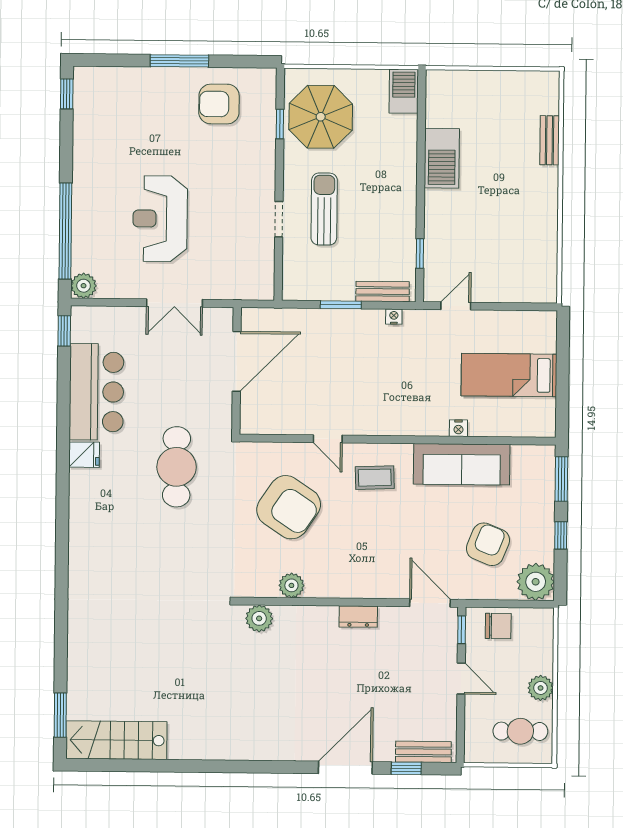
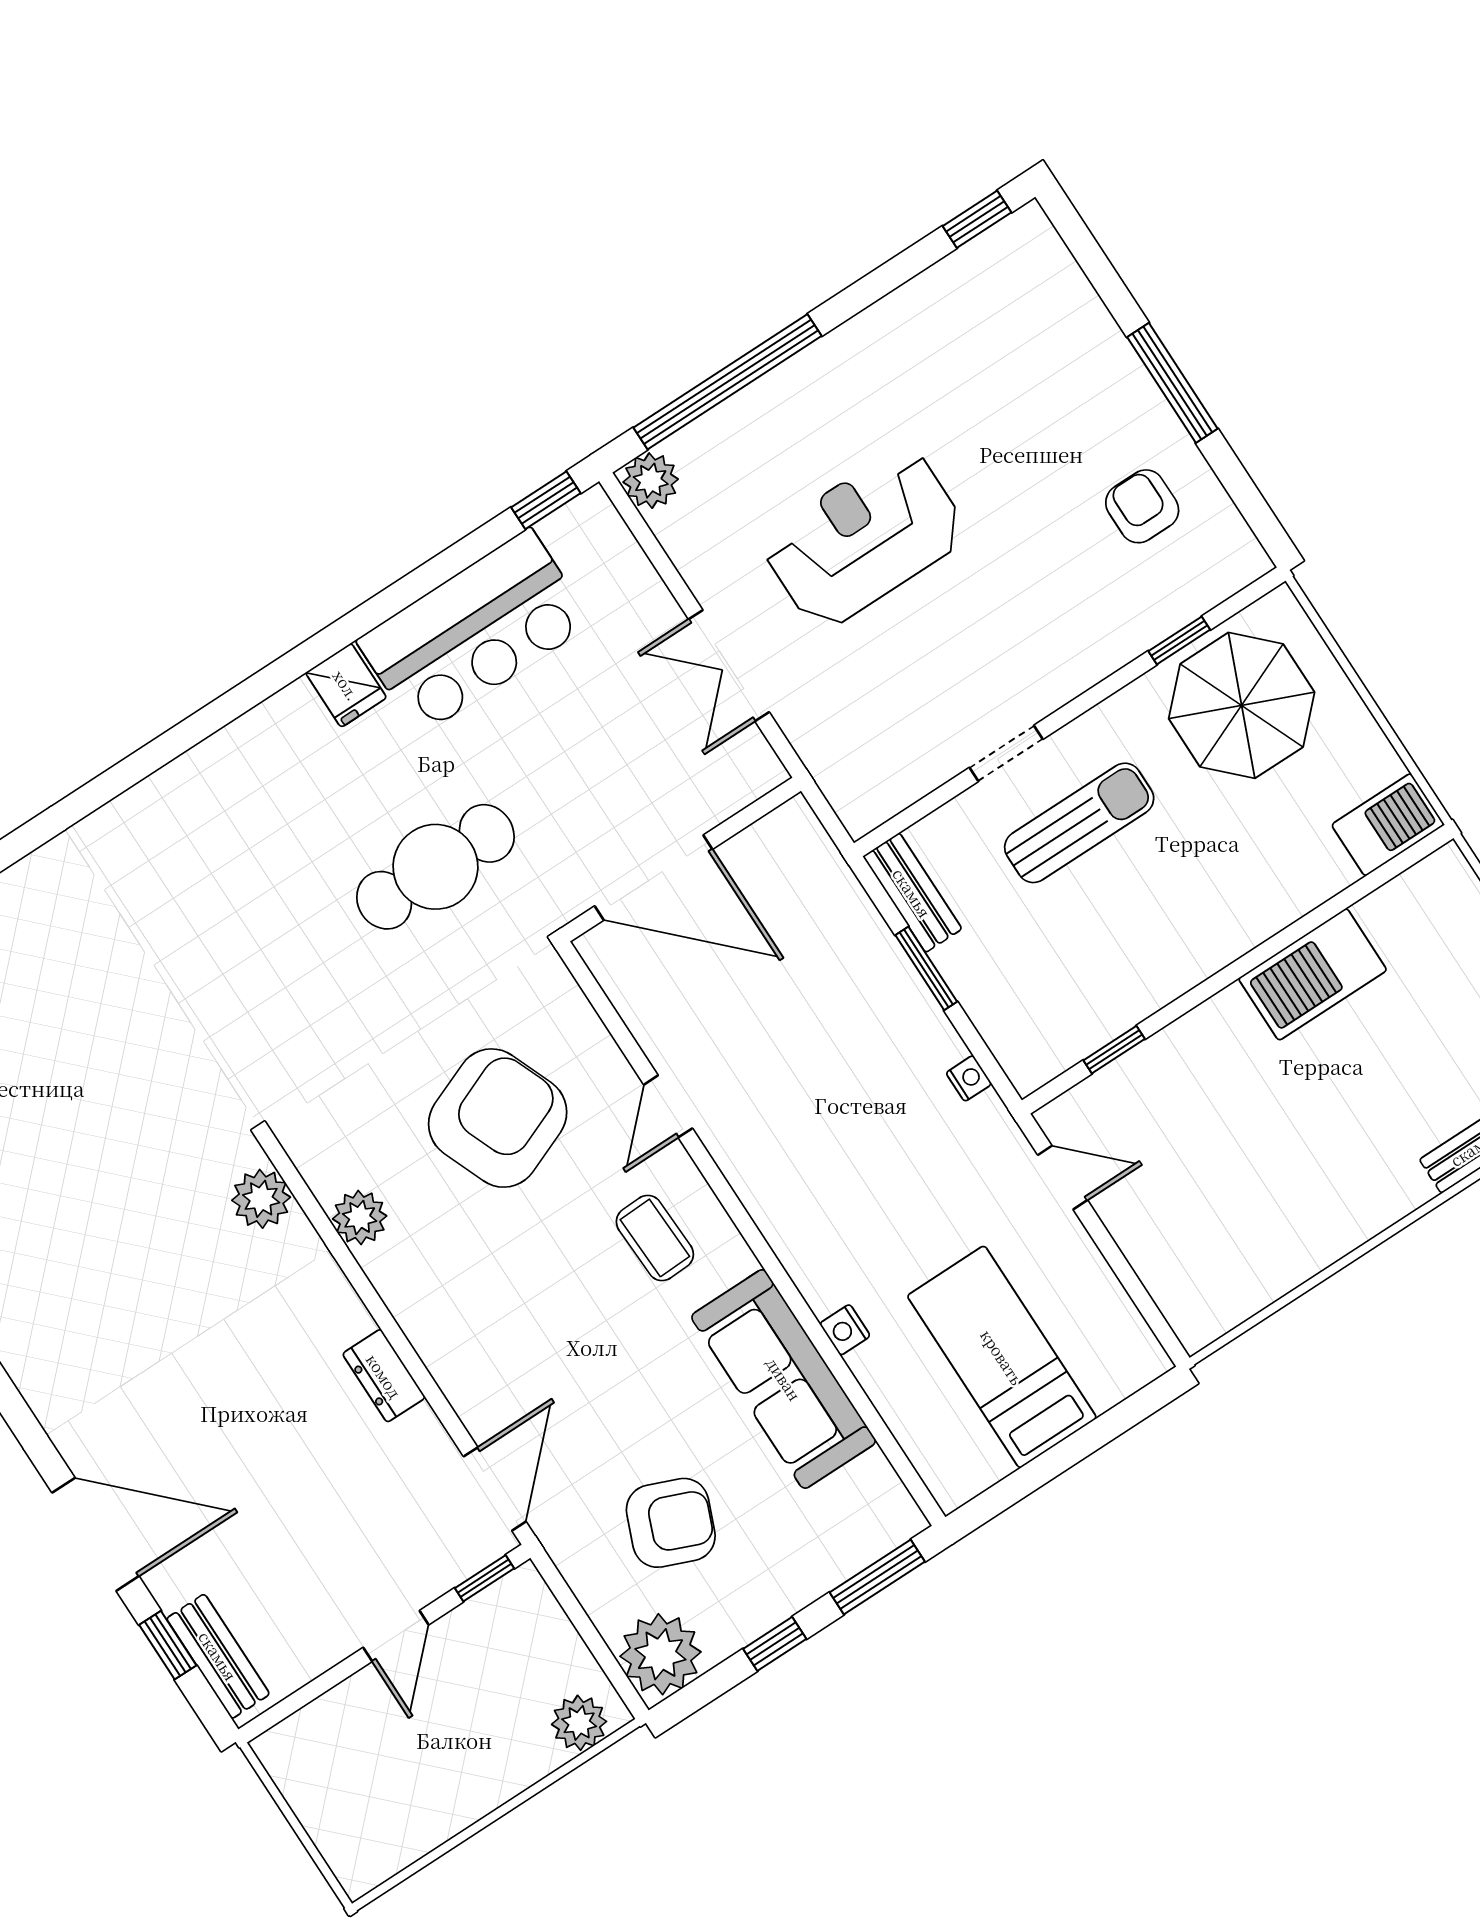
armchair: (219, 104) -> (1142, 506), width x0.72, depth x0.72
bench: (383, 291) -> (912, 893), moved
door: (237, 361) -> (653, 878), moved
armchair: (289, 507) -> (498, 1118), turned -146
chair: (498, 626) -> (536, 1640), removed
plant: (541, 688) -> (579, 1723), moved
cafe table: (520, 731) -> (372, 1807), removed

